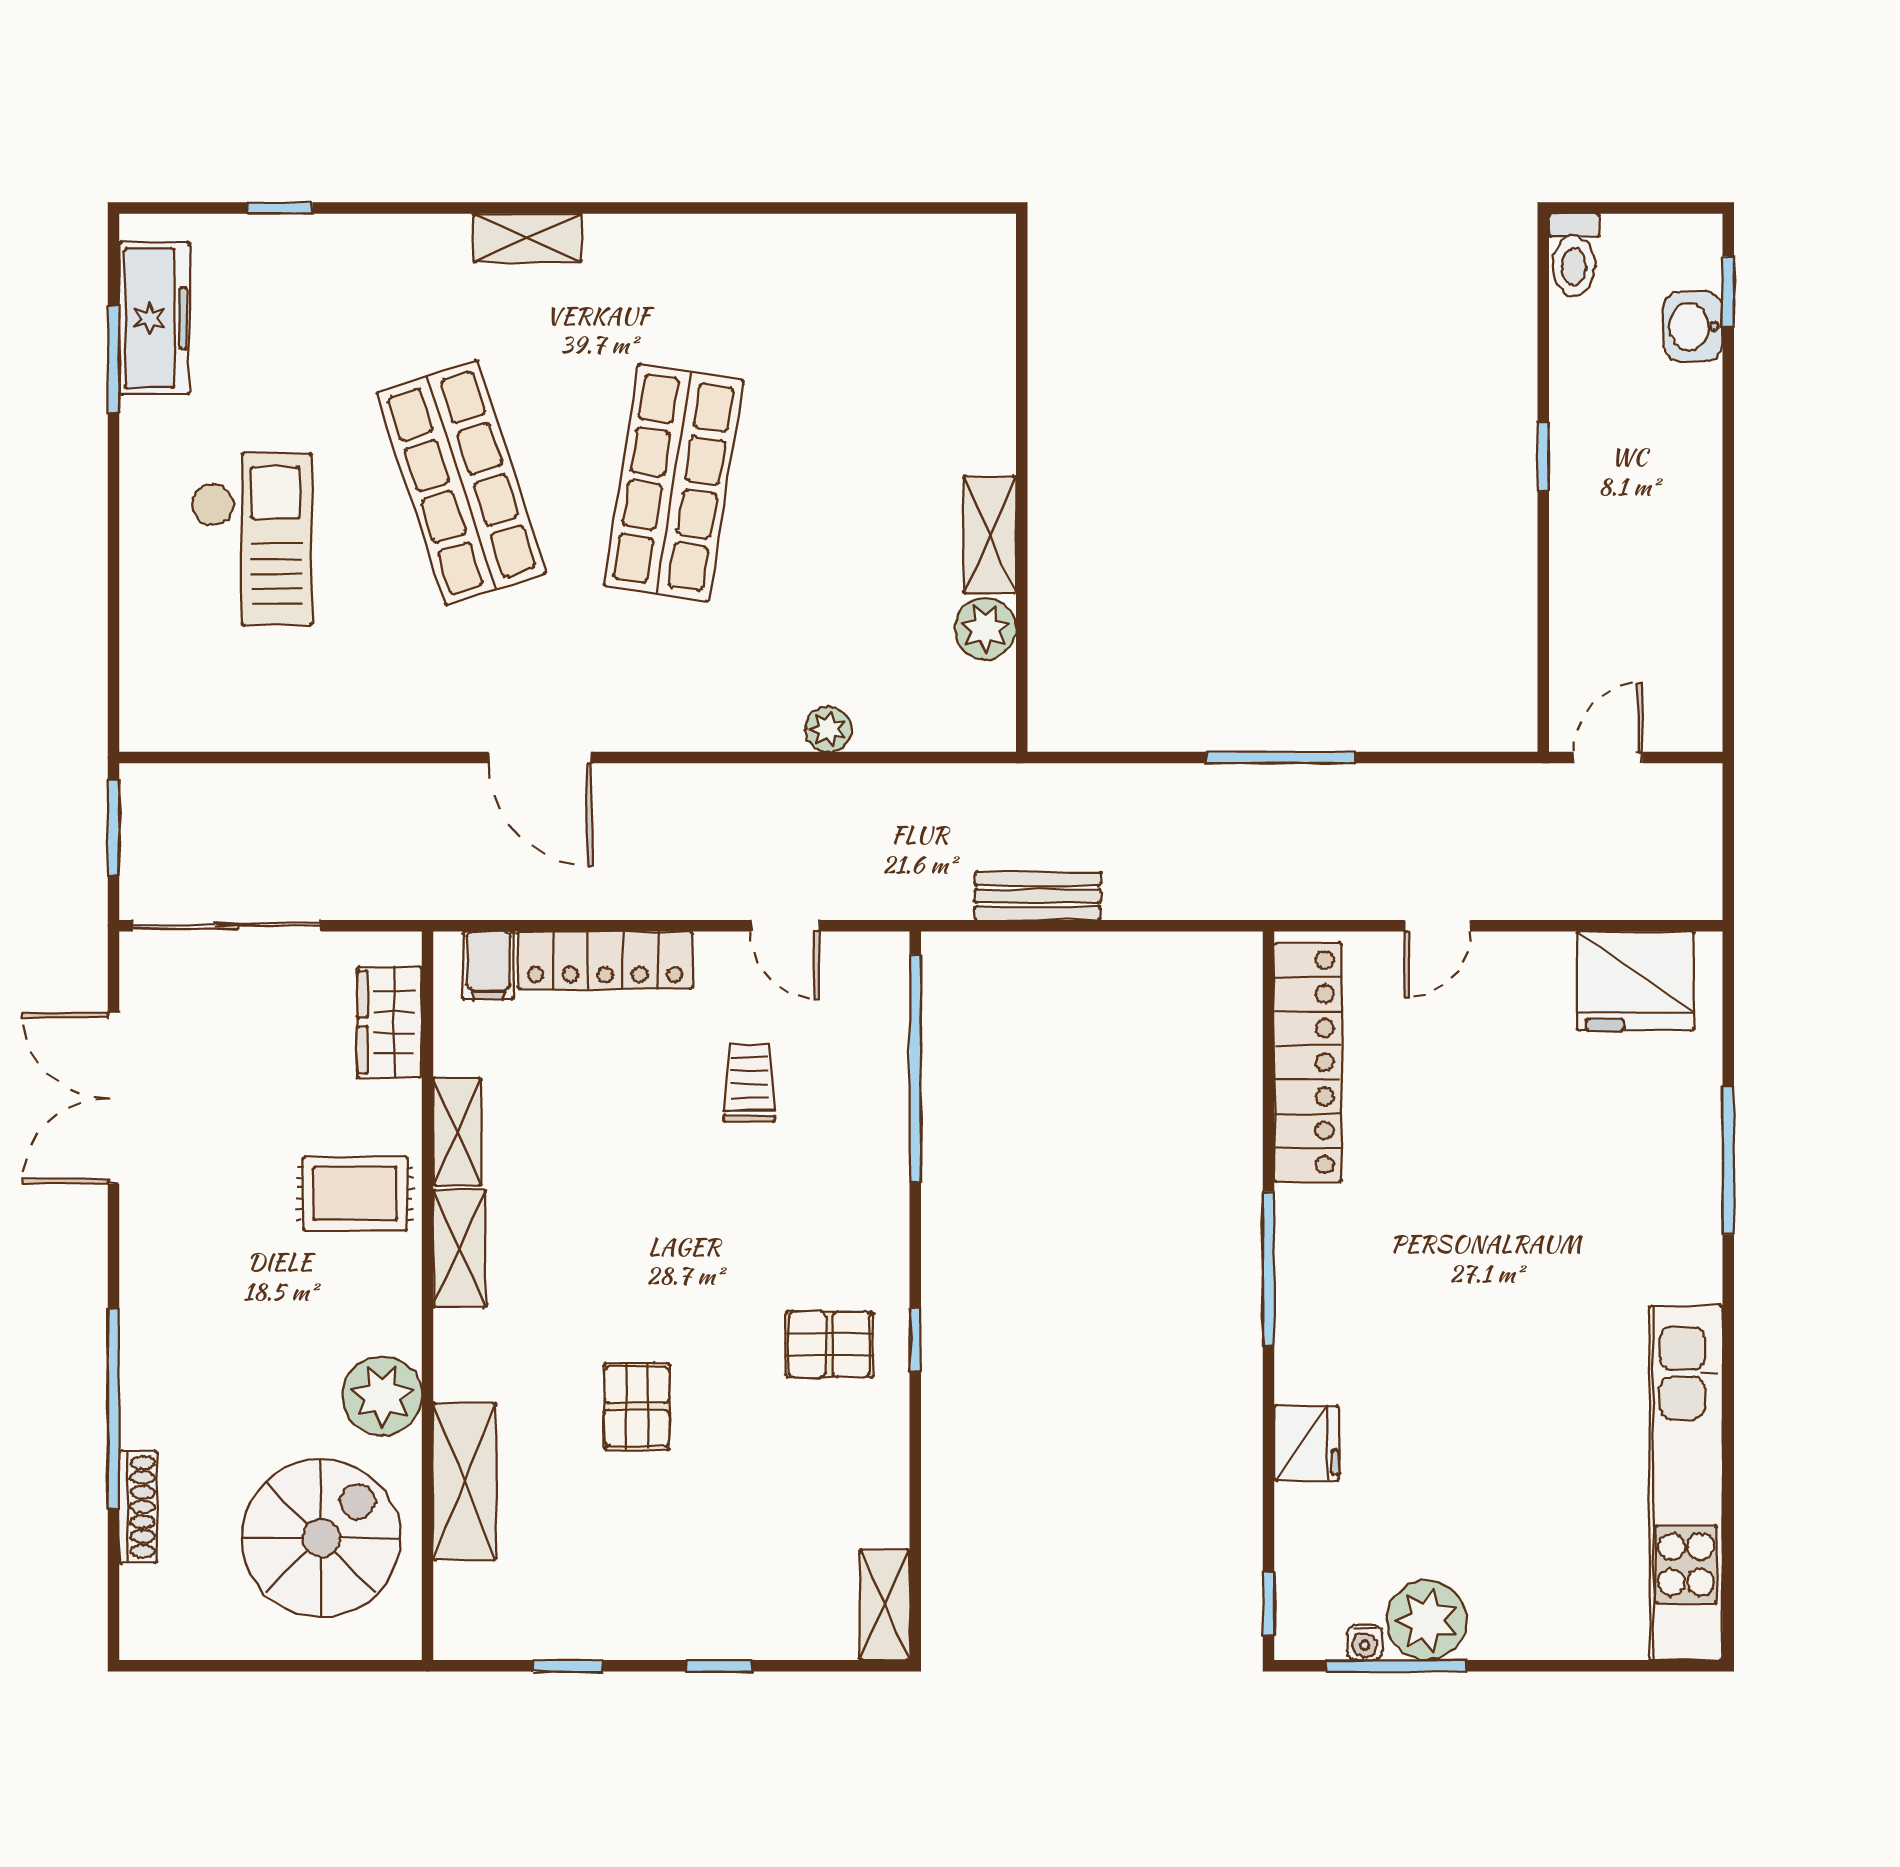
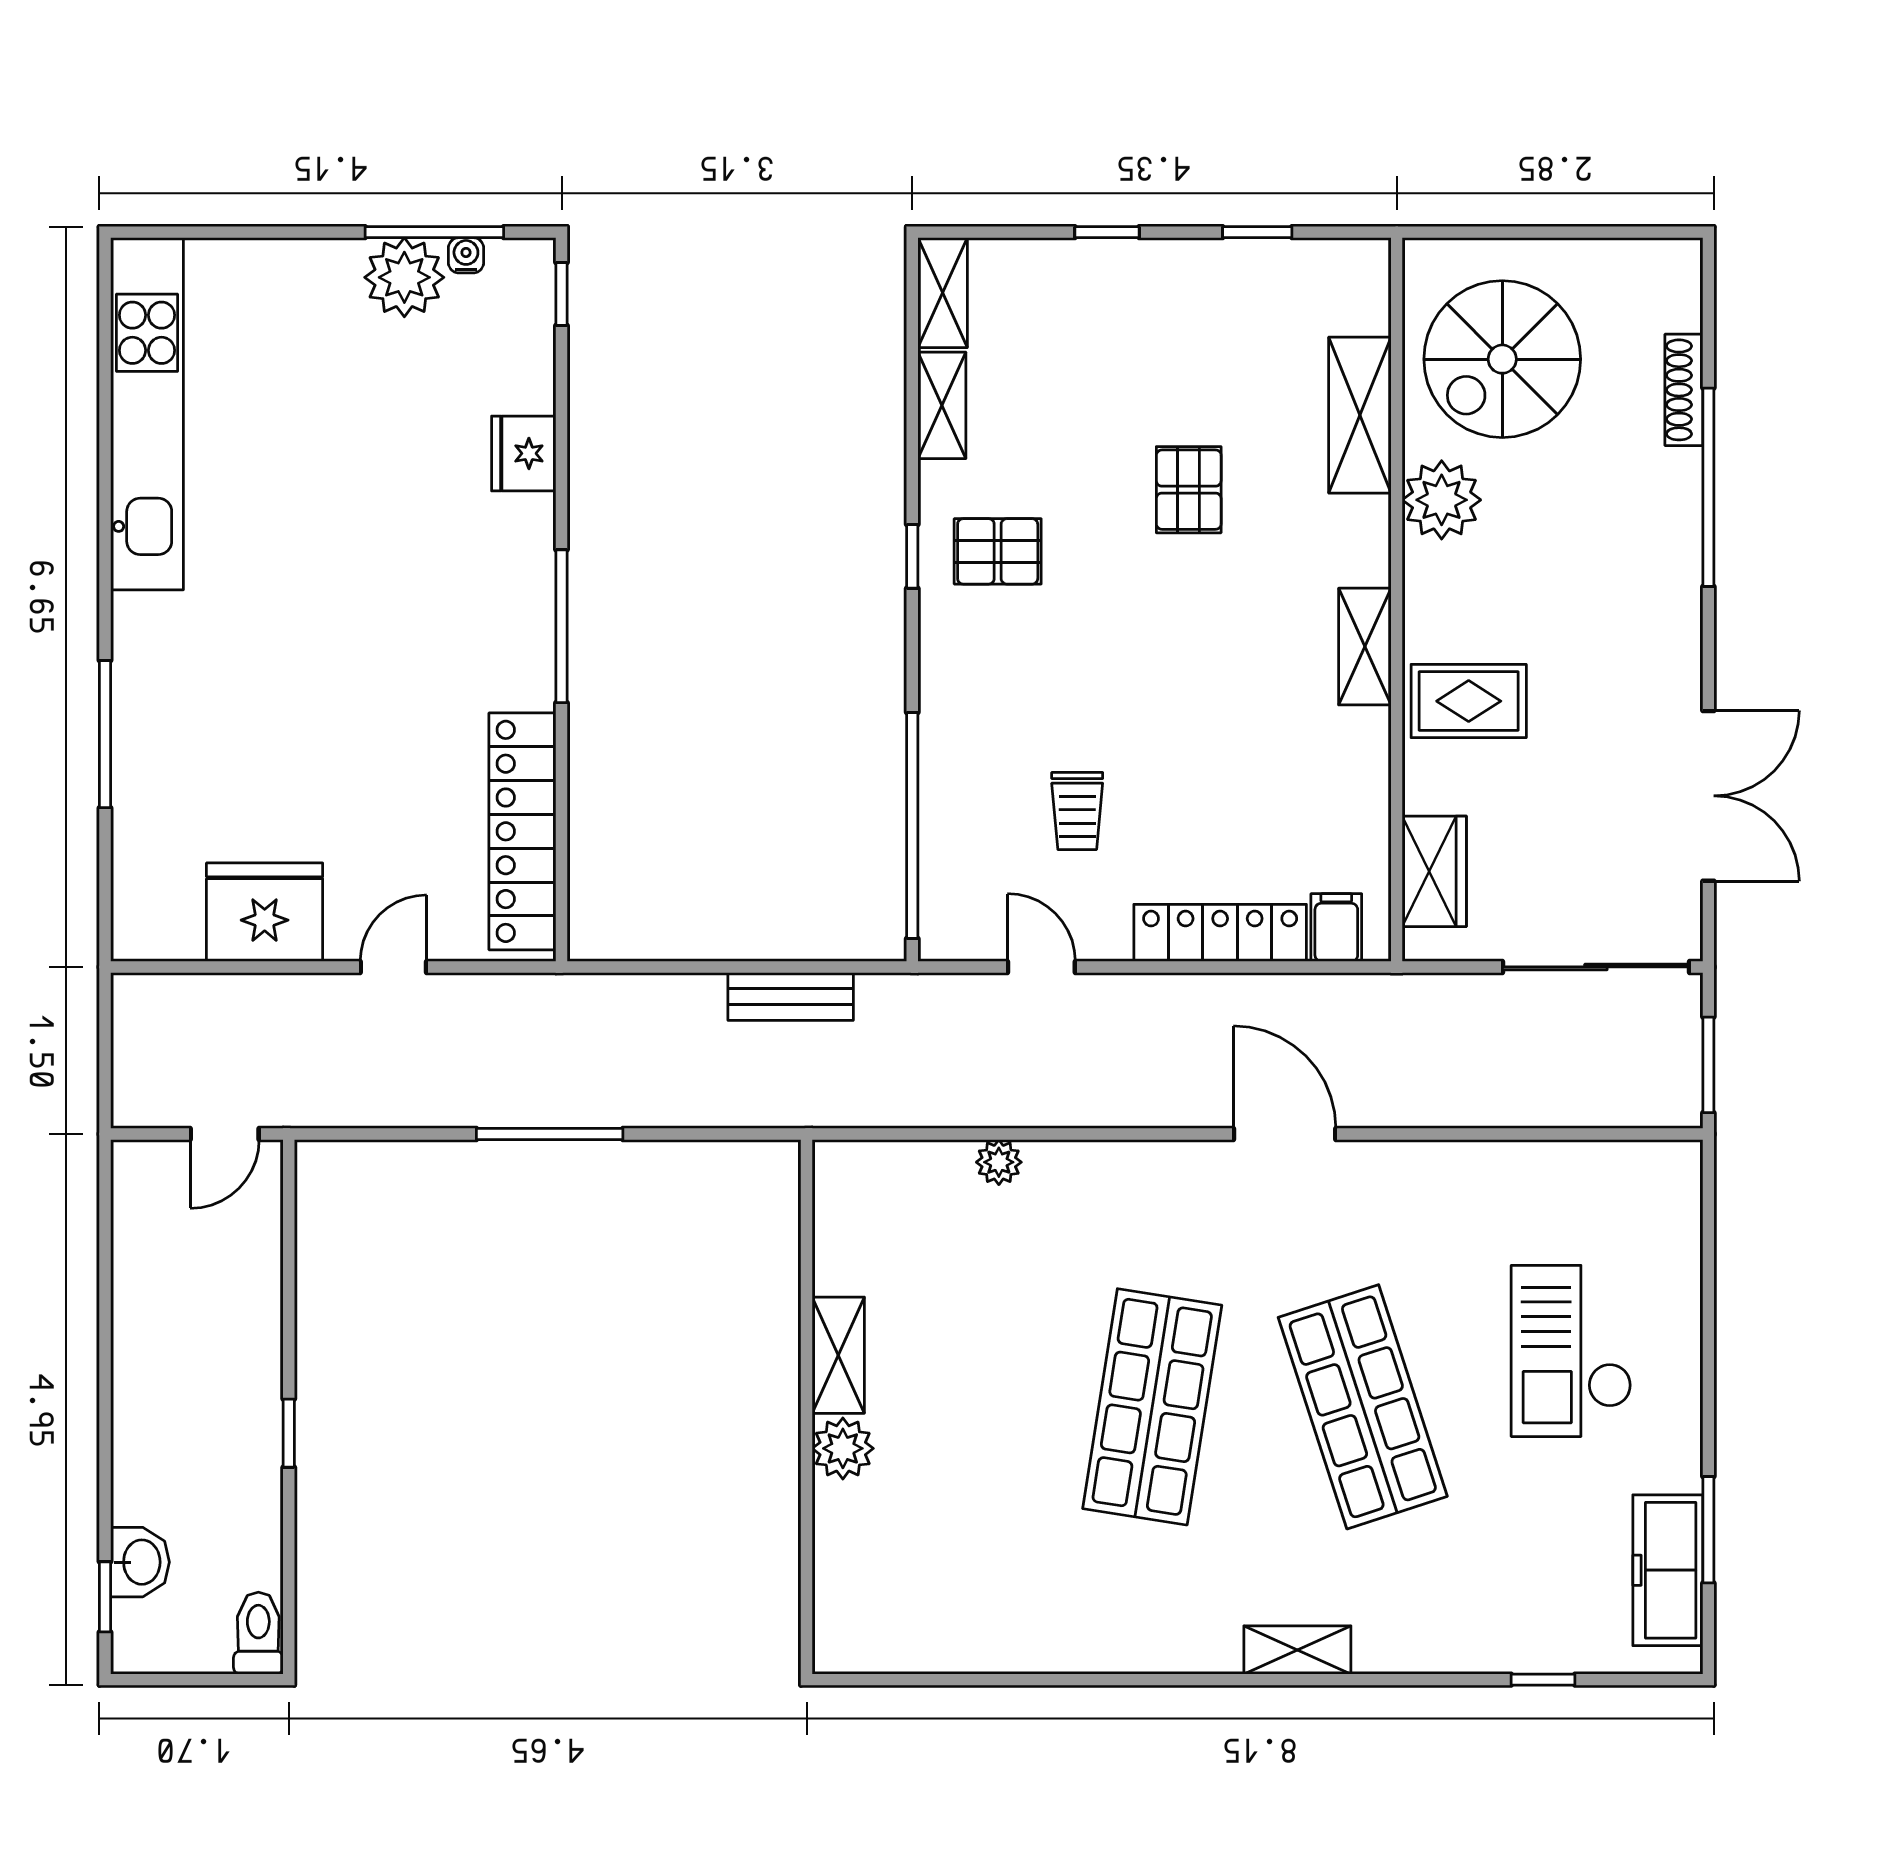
plant: (985, 629) -> (843, 1448), moved
fridge: (1635, 981) -> (265, 912), moved
shelving: (457, 1132) -> (942, 405), moved

